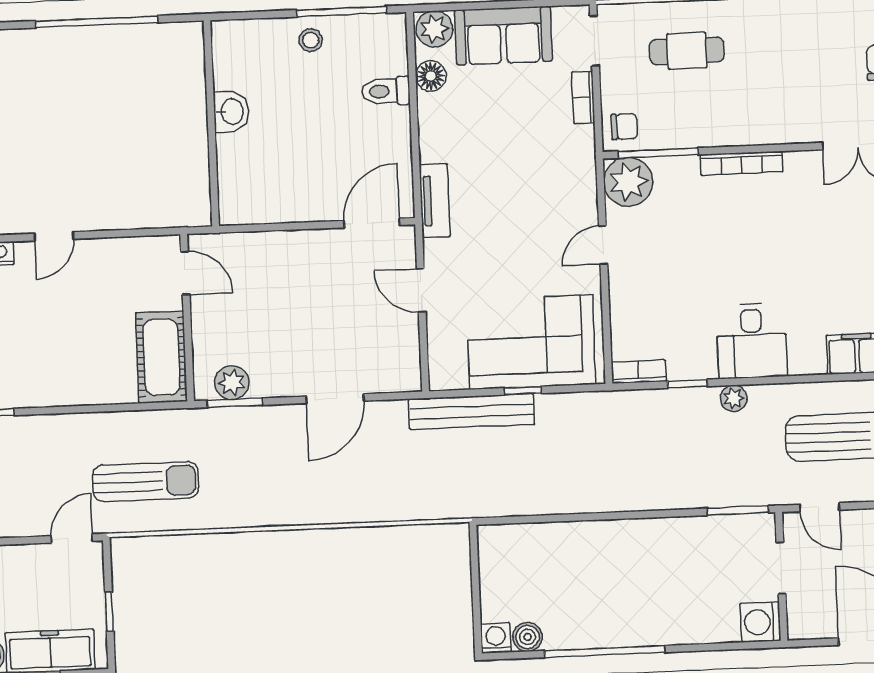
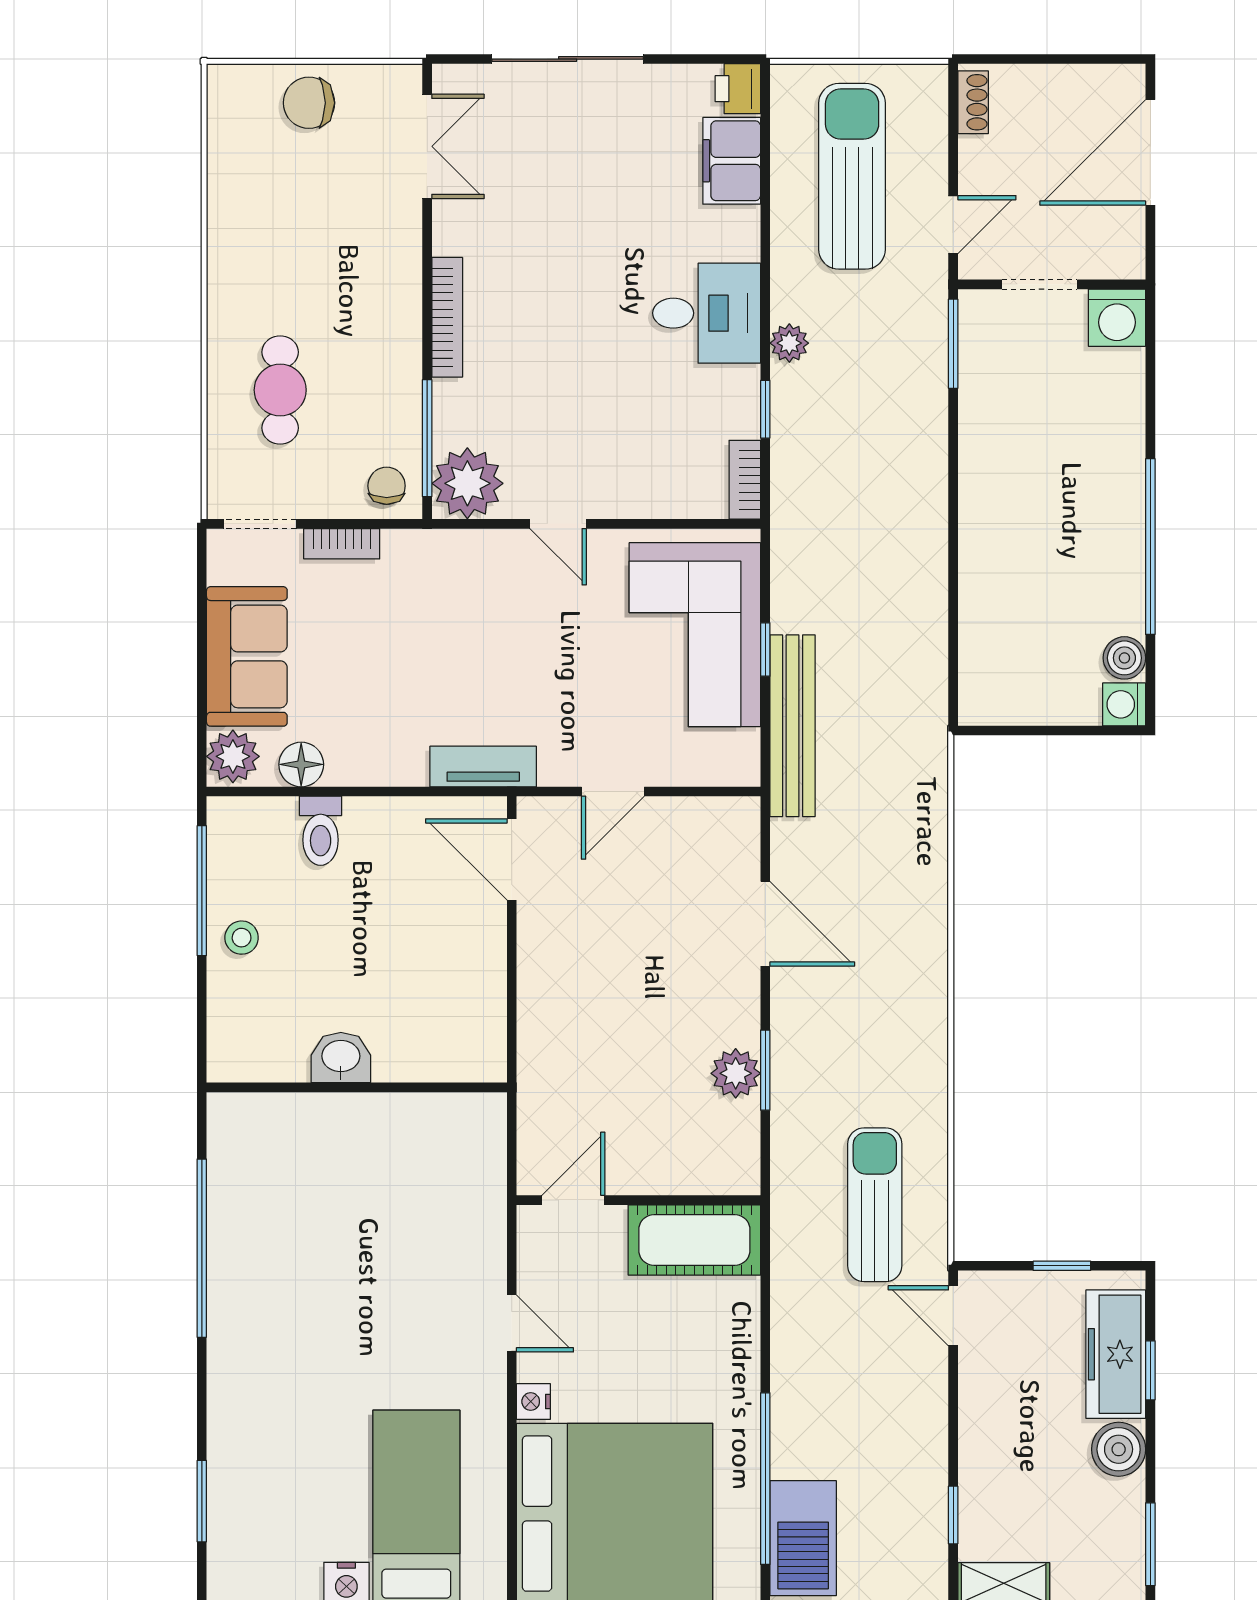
door: (185, 273) -> (573, 1200), moved
wall: (187, 318) -> (638, 1200), moved
cot: (161, 357) -> (694, 1240), moved

